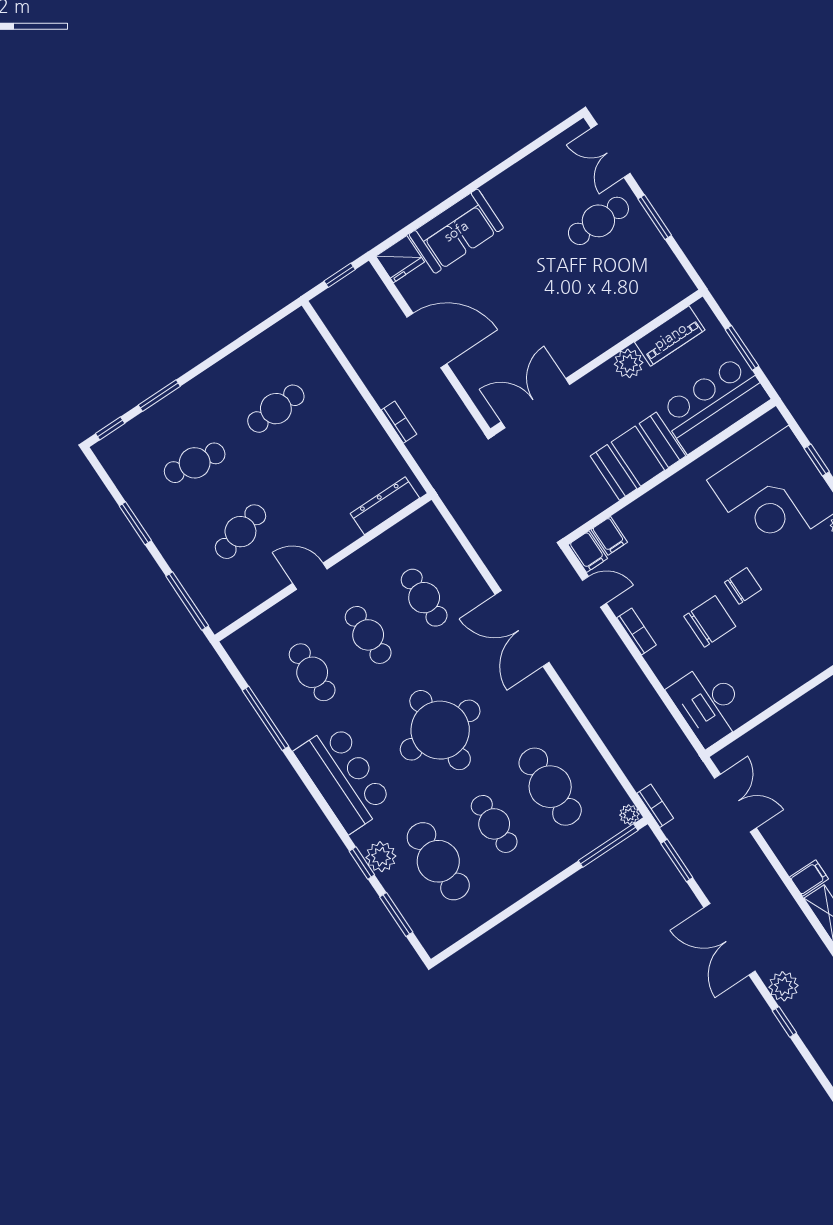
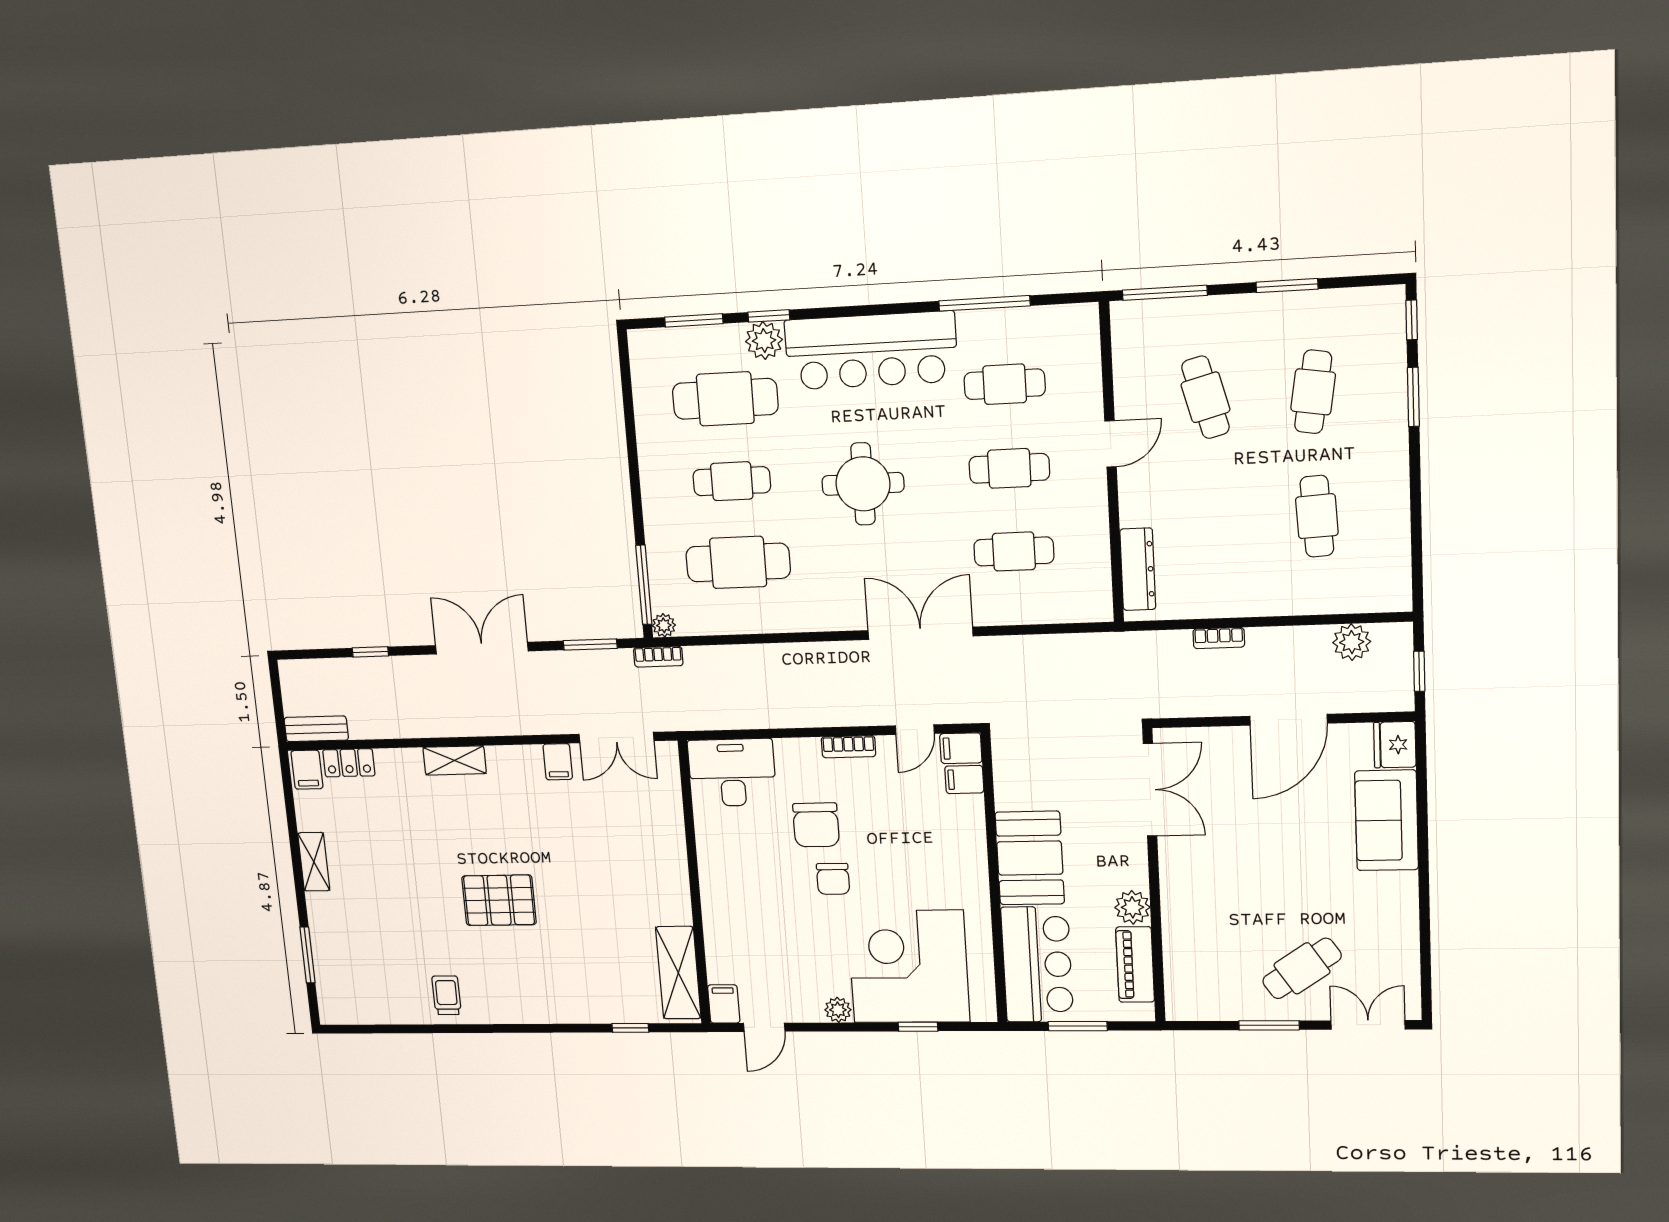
cafe table: (598, 221) -> (1302, 968), turned 56
round table: (440, 730) -> (863, 484), width x0.73, depth x0.73
bar counter: (344, 778) -> (871, 351), width x1.36
filing cabinet: (809, 878) -> (558, 762), moved
plant: (783, 986) -> (1352, 642), moved

